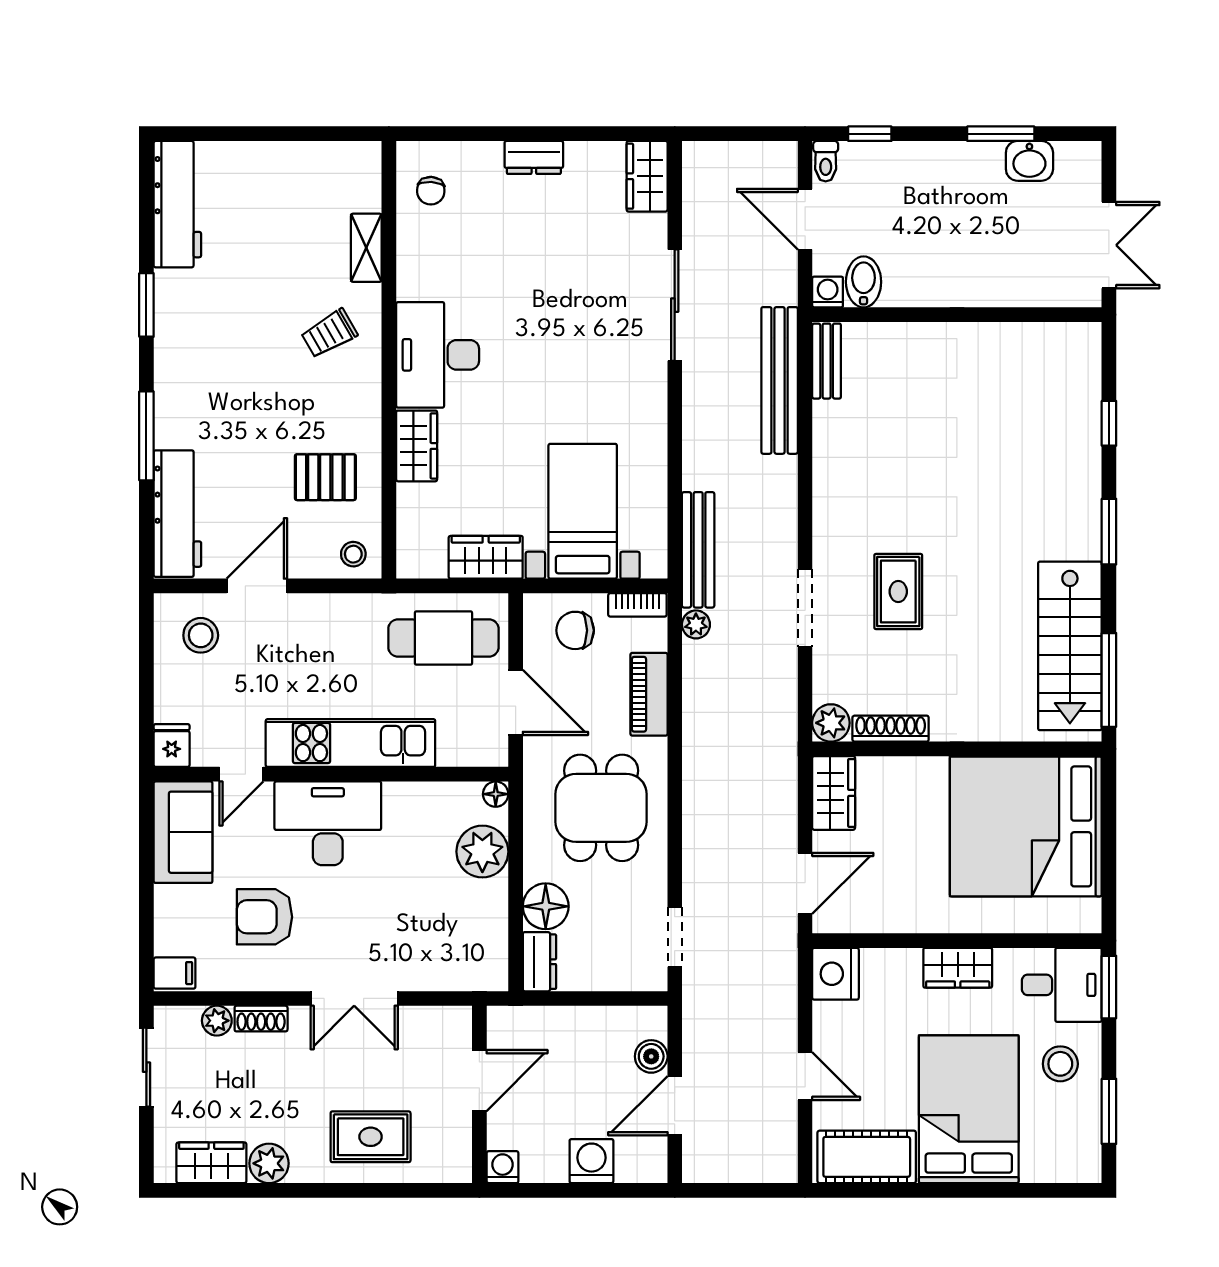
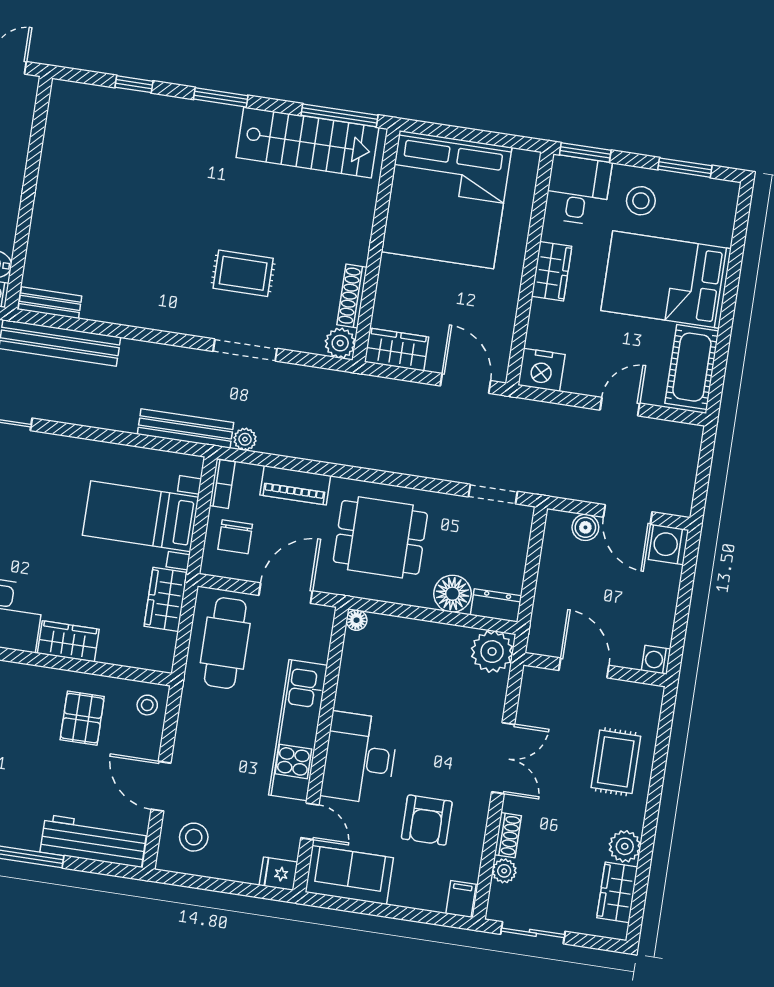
plant: (482, 852) -> (492, 652), moved
washing machine: (591, 1161) -> (669, 545), moved

